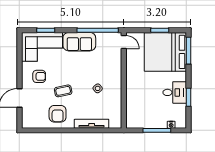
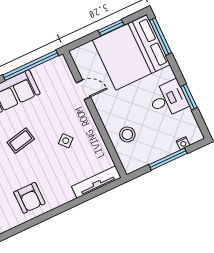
door: (124, 42) -> (83, 90), moved
coffee table: (63, 91) -> (21, 141), moved
stool: (138, 103) -> (127, 134), added
tv unit: (92, 124) -> (96, 182), moved

